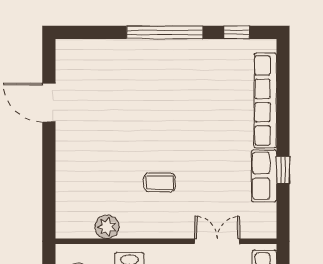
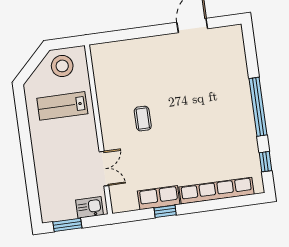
plant: (107, 227) -> (103, 83), removed

